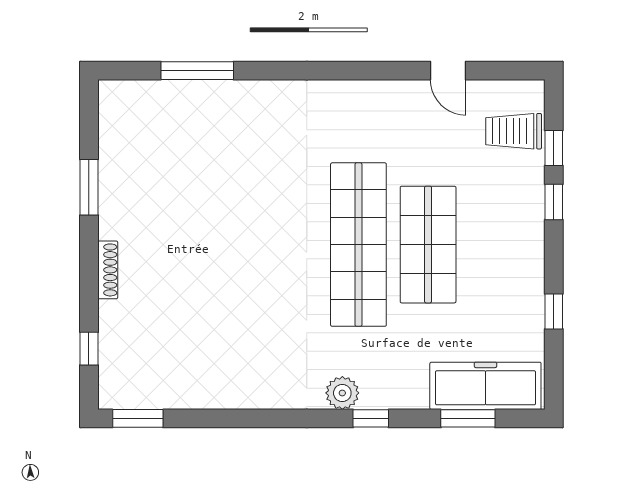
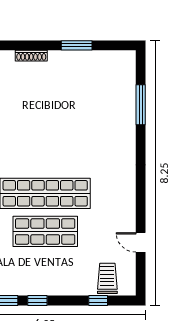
door: (448, 71) -> (141, 242), hinge flipped
window: (554, 202) -> (37, 300), moved

